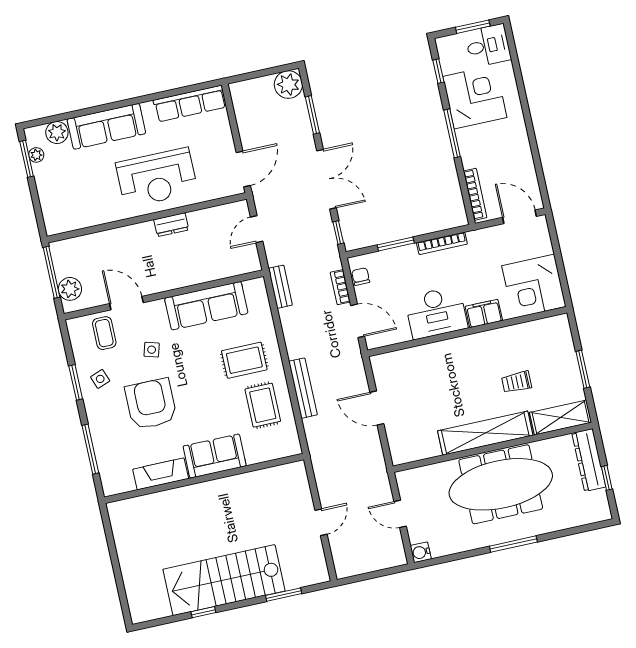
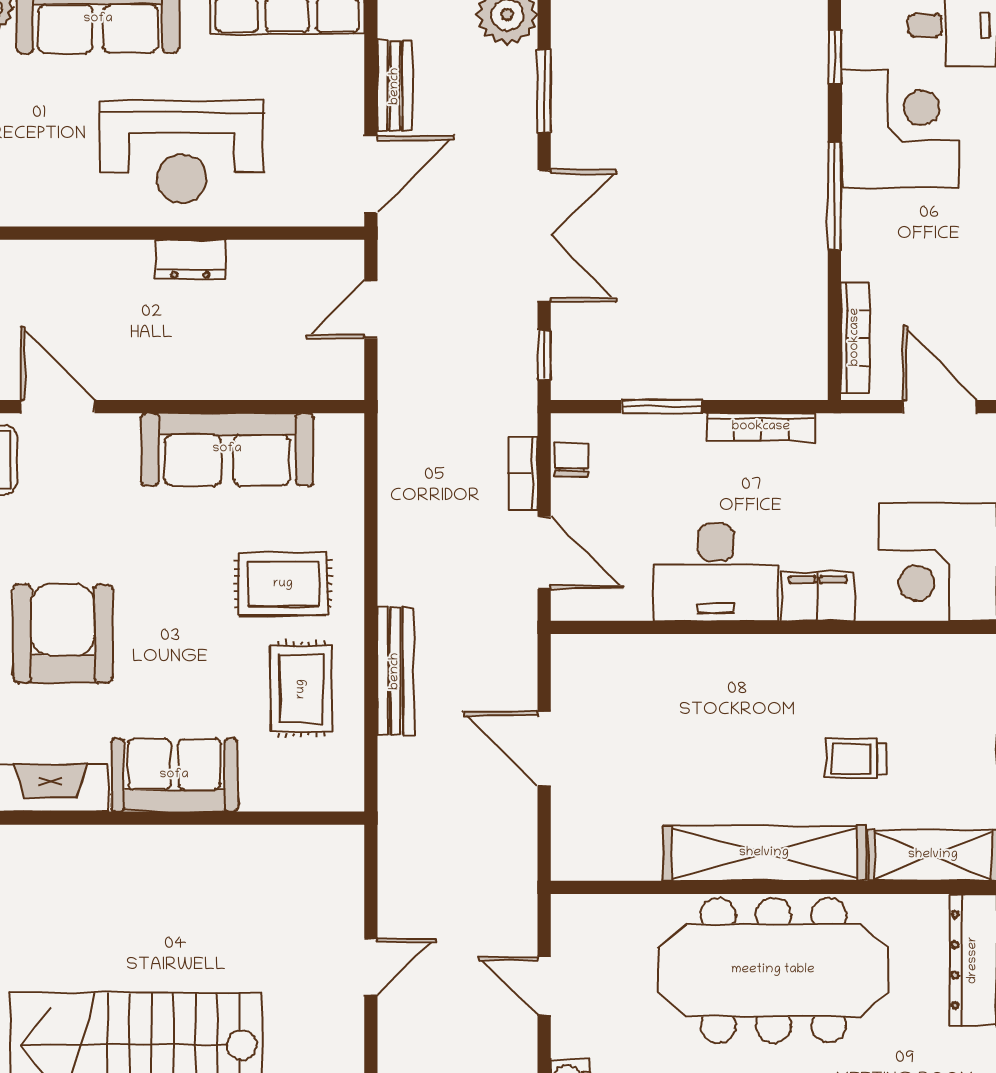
bench: (280, 287) -> (395, 86), moved
side table: (152, 350) -> (90, 518), removed

